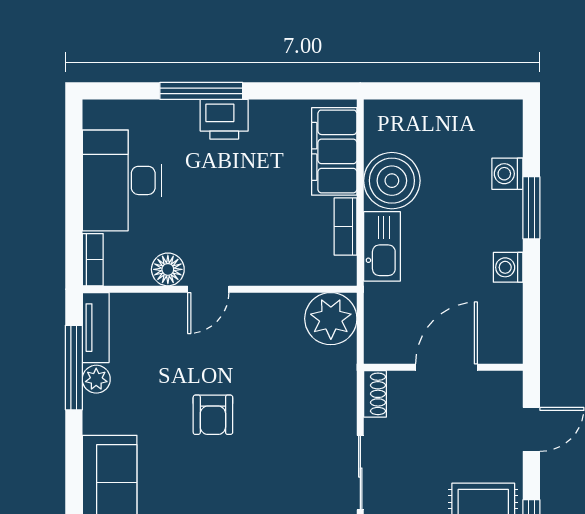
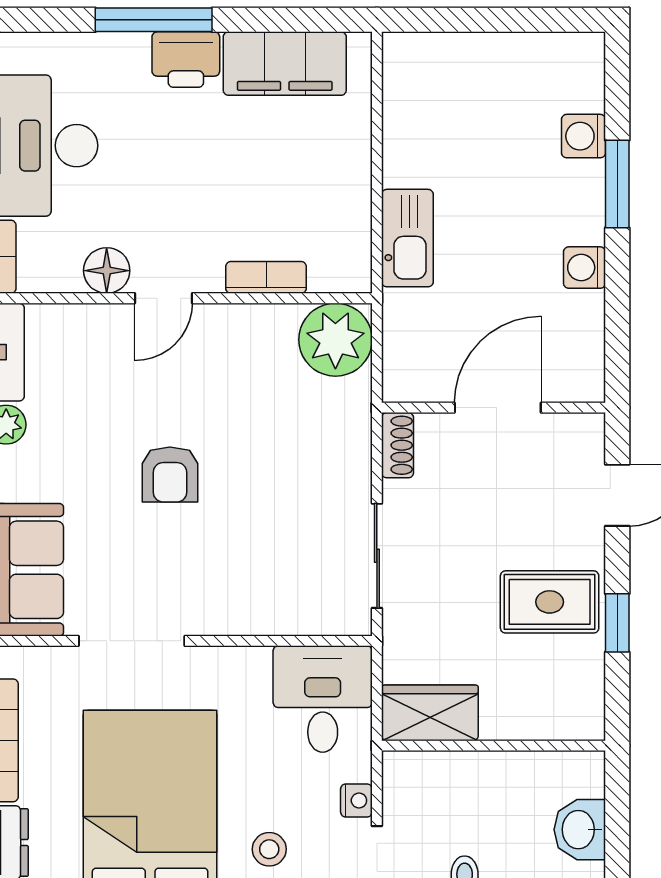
filing cabinet: (334, 151) -> (285, 64), moved, turned -90
boiler: (392, 181) -> (421, 146), removed
bookcase: (345, 226) -> (266, 277), moved, turned 90

